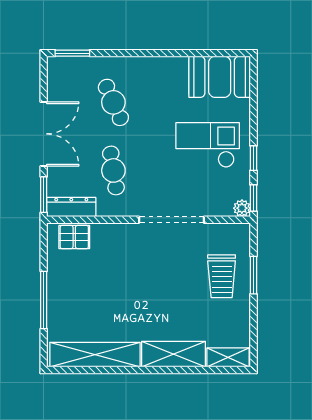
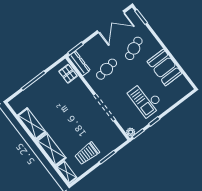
booth: (220, 77) -> (165, 67), moved
double door: (44, 134) -> (111, 22), moved
checkout: (208, 145) -> (145, 99), turned 180
trolley: (222, 276) -> (87, 153), moved
shelving: (95, 355) -> (32, 124), width x0.68

